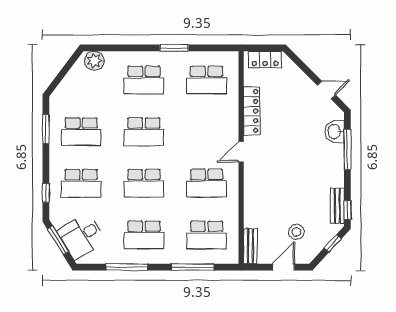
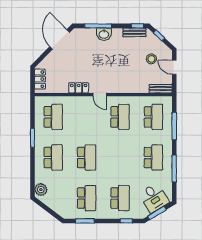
door: (326, 90) -> (60, 39), width x1.88
locker: (252, 111) -> (79, 88), width x0.66
washbasin: (335, 132) -> (104, 34), moved
school desk: (144, 183) -> (120, 157), removed

